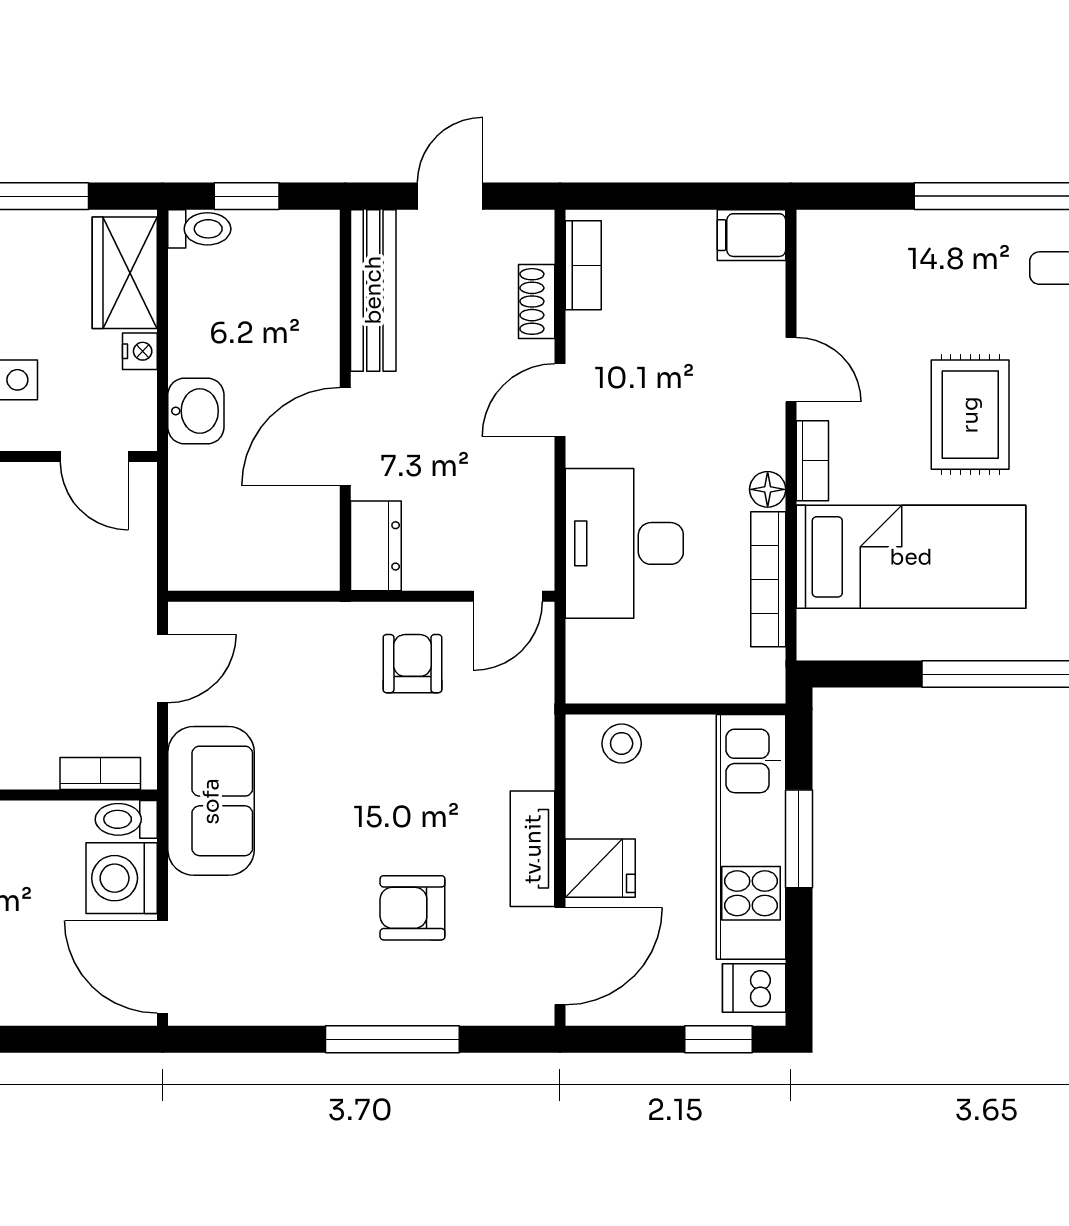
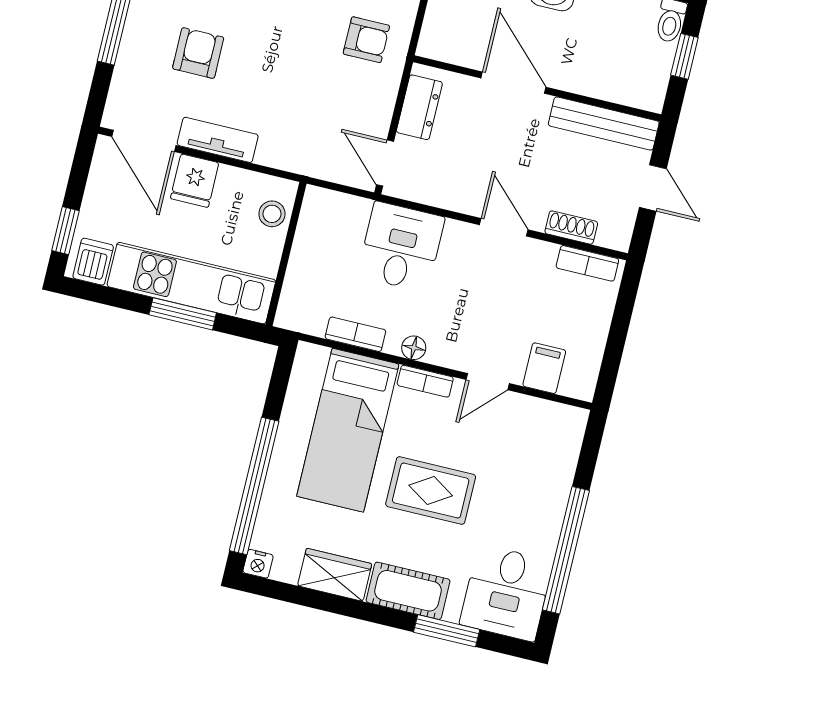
filing cabinet: (751, 235) -> (544, 368), moved
desk: (624, 543) -> (401, 247), width x0.73
dresser: (376, 546) -> (419, 107), moved, turned -90
bookcase: (768, 579) -> (355, 334), width x0.64
armchair: (412, 664) -> (366, 40), moved

